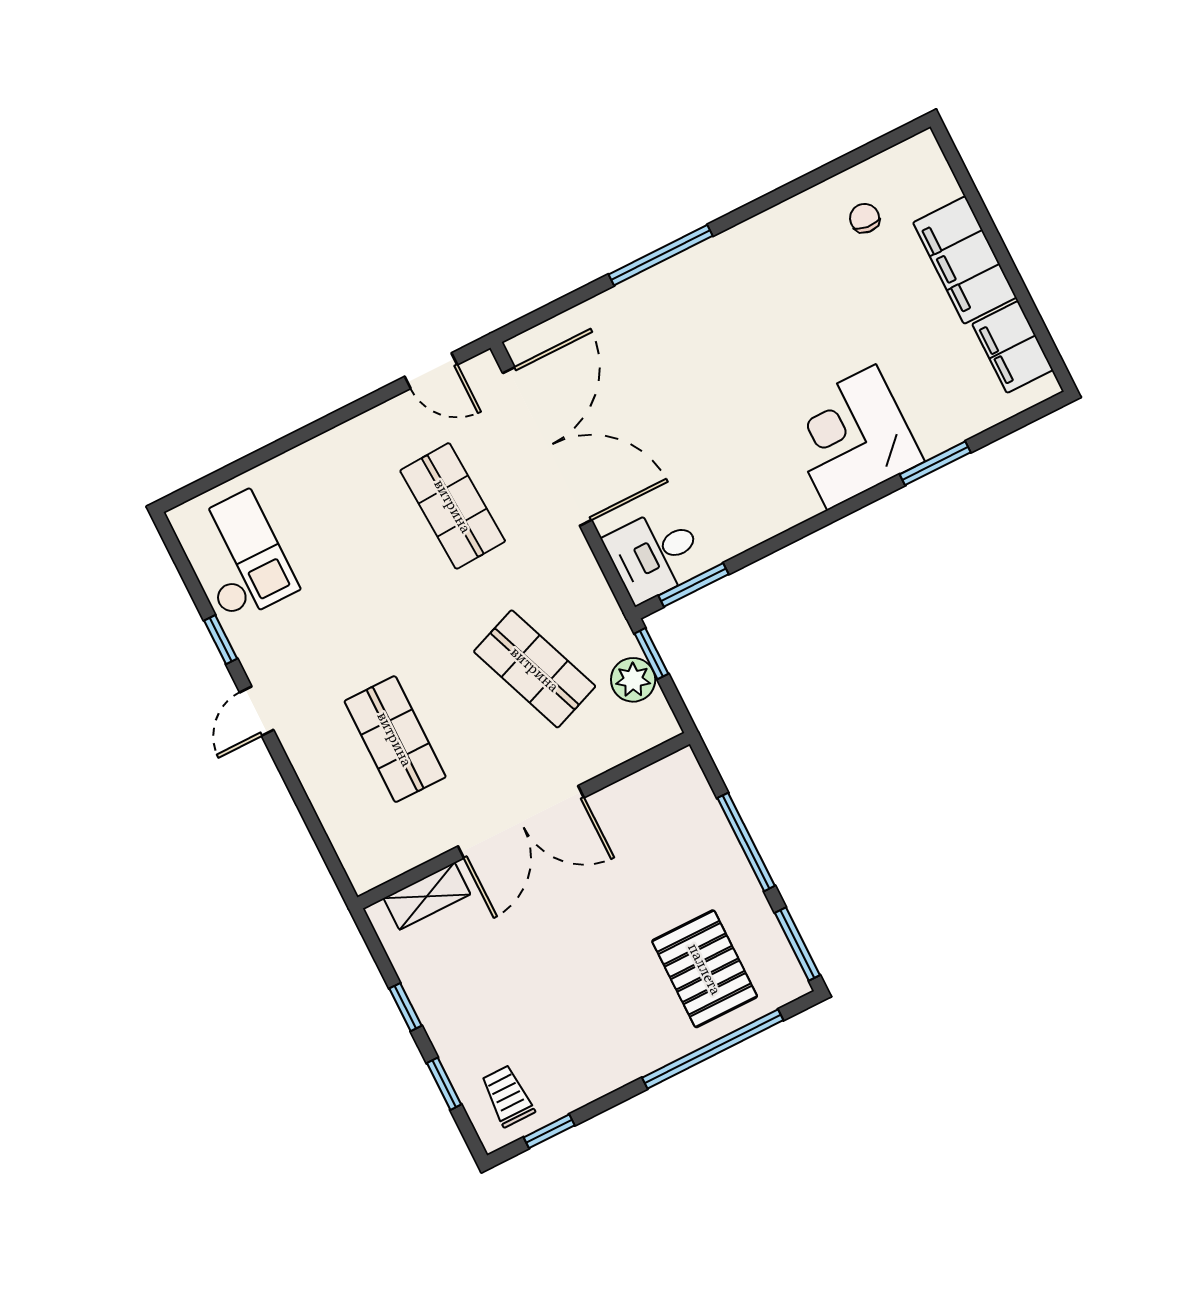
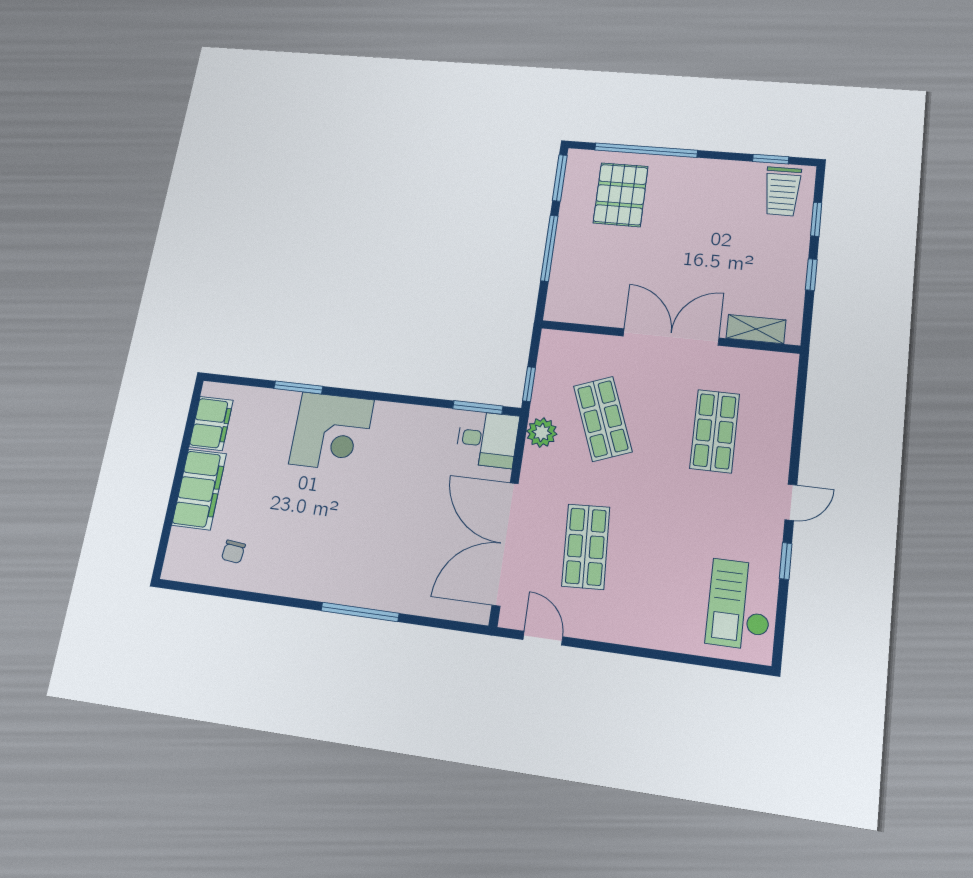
plant: (633, 680) -> (542, 433), moved
trolley: (508, 1096) -> (782, 191), width x1.36, depth x1.39

